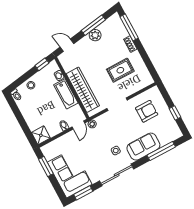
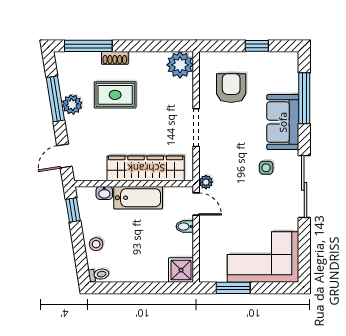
rug: (120, 70) -> (115, 95), moved, turned 90
plant: (145, 79) -> (180, 65), added
window: (83, 193) -> (304, 252), removed

